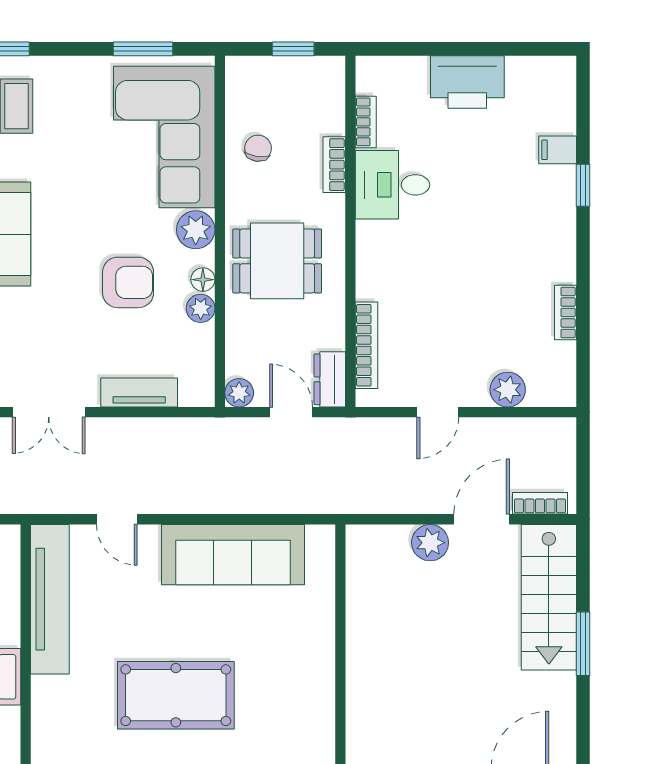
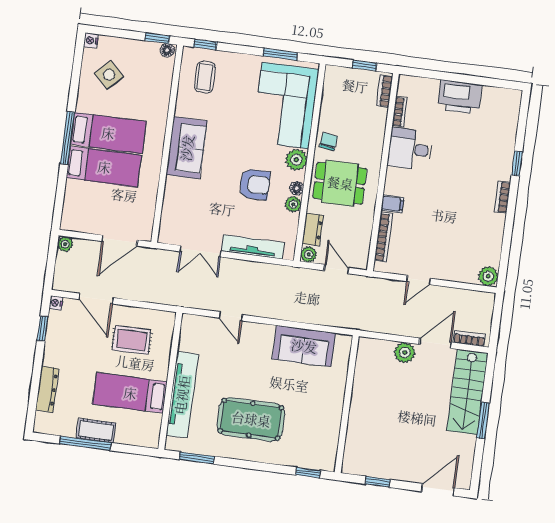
chair: (258, 148) -> (328, 142), moved
filing cabinet: (558, 150) -> (392, 204), moved, turned 180
bookcase: (334, 165) -> (384, 91), moved
bookcase: (565, 312) -> (502, 197), moved
dresser: (330, 379) -> (313, 229), moved, turned 180
plant: (508, 390) -> (488, 276), moved
tv unit: (139, 392) -> (253, 247), width x1.41
sofa: (233, 555) -> (304, 346), width x0.73
tv unit: (50, 599) -> (182, 395), moved

